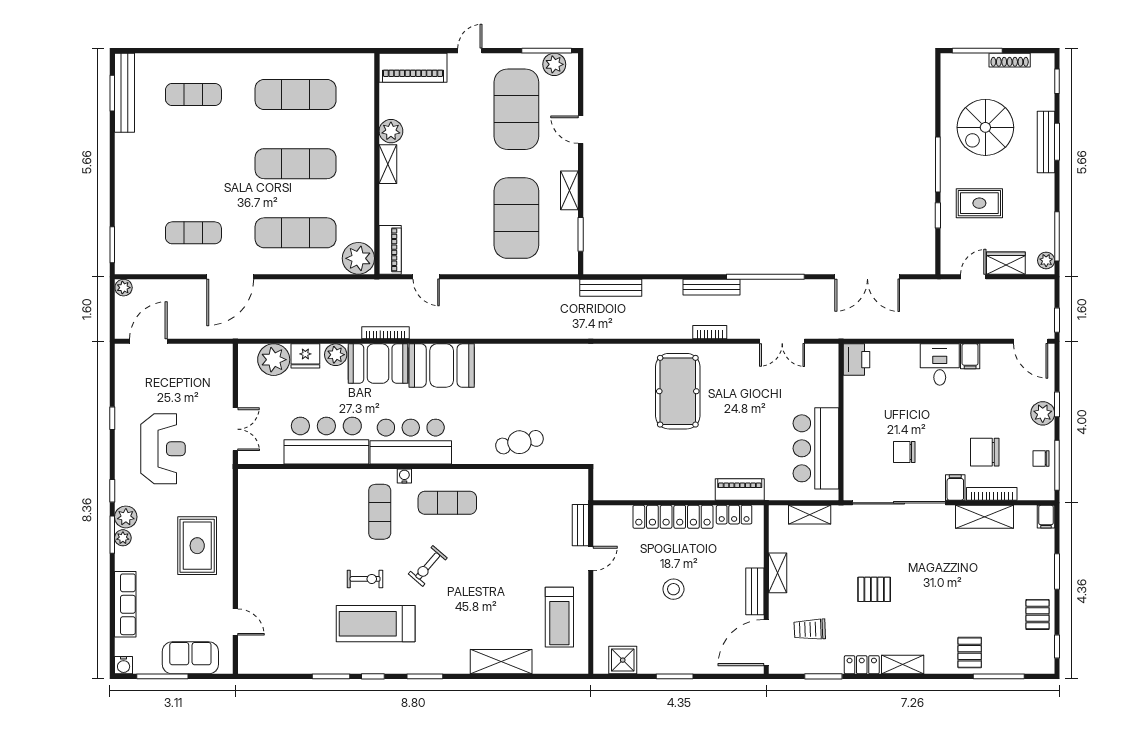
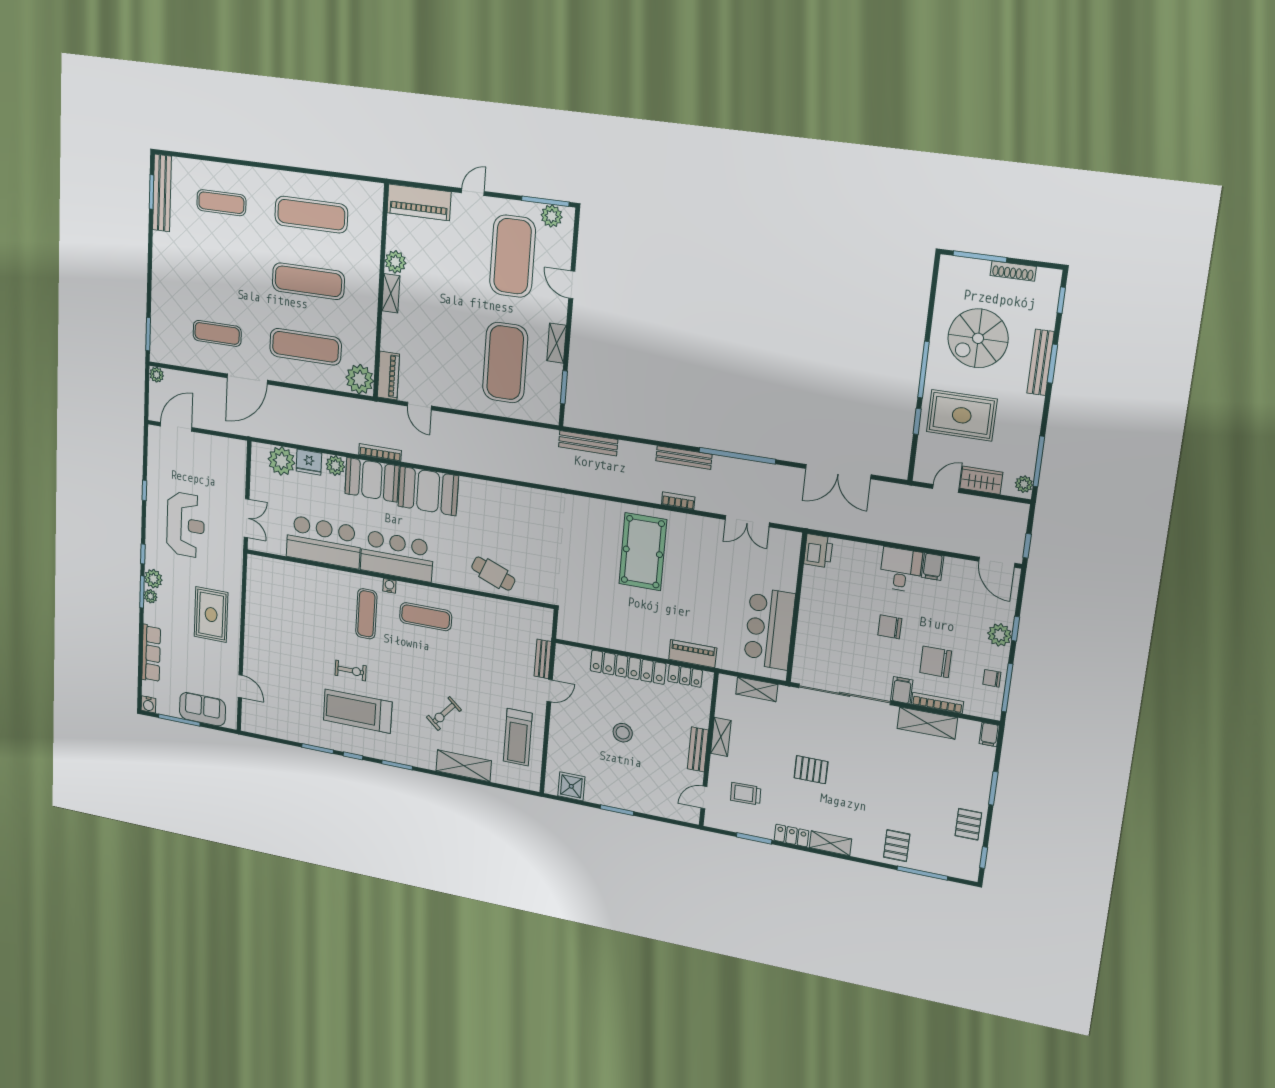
rug: (979, 203) -> (962, 415), width x1.36, depth x1.43
cafe table: (519, 442) -> (493, 574), turned 35
chair: (904, 452) -> (890, 627), moved
exercise bike: (428, 566) -> (444, 714), moved
door: (766, 643) -> (704, 797), width x0.53

